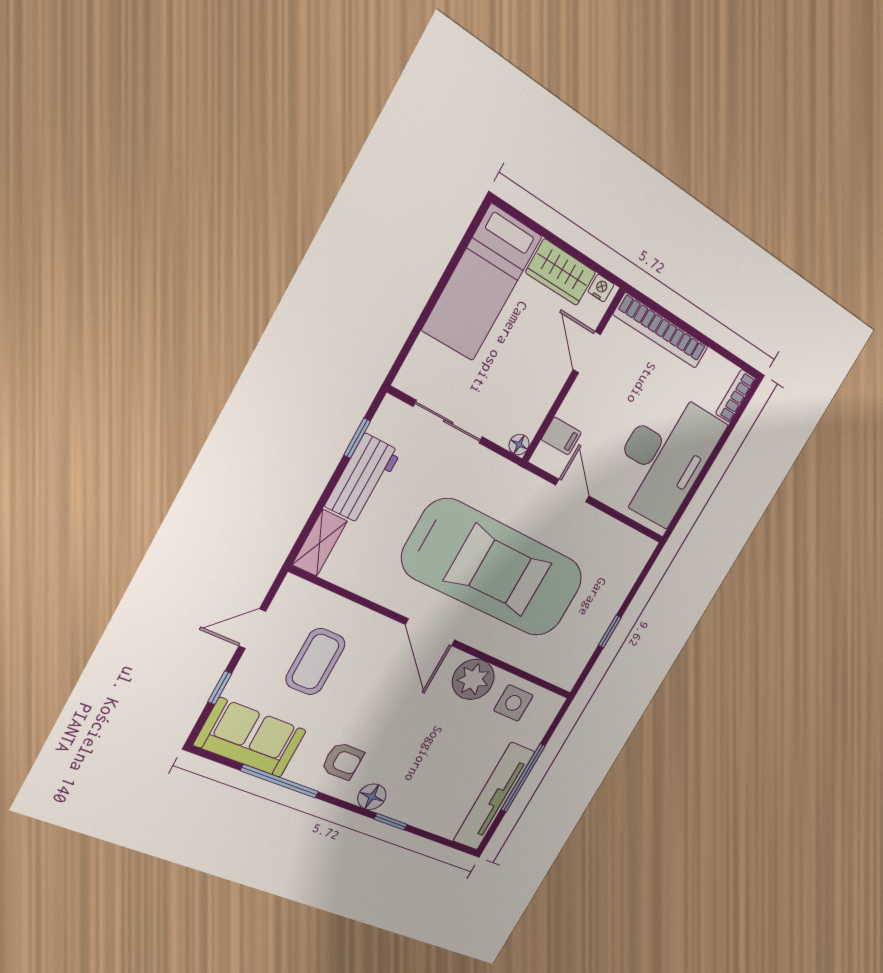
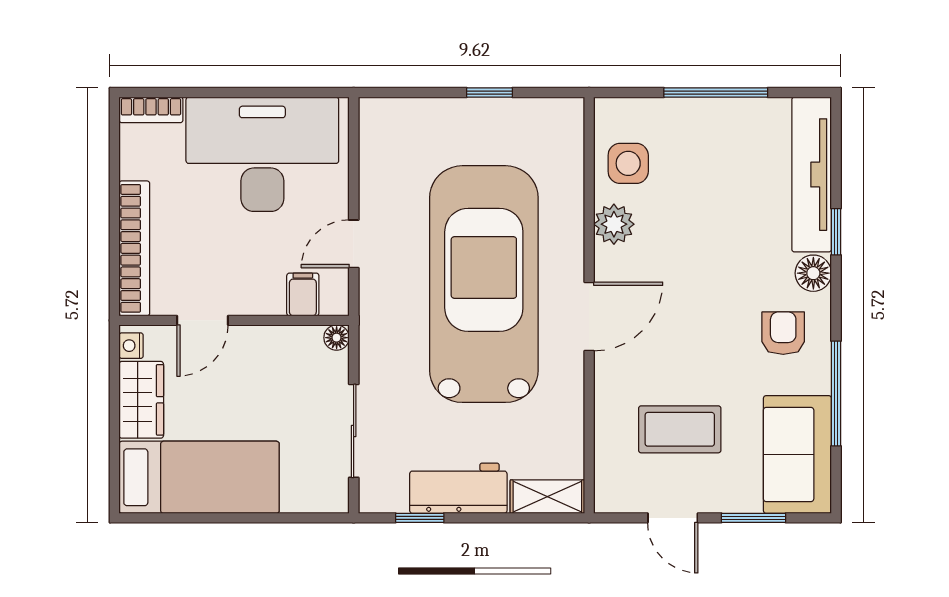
plant: (473, 679) -> (614, 224), width x0.73, depth x0.73
window: (220, 688) -> (753, 518), width x1.50
tv unit: (494, 796) -> (812, 175), moved, turned 90

